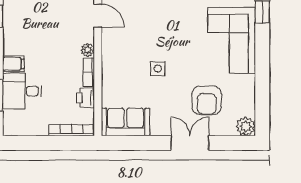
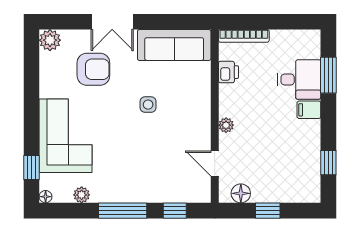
bookcase: (89, 72) -> (225, 100), removed
armchair: (207, 100) -> (93, 69), turned 90
sofa: (125, 122) -> (174, 45), width x1.36

